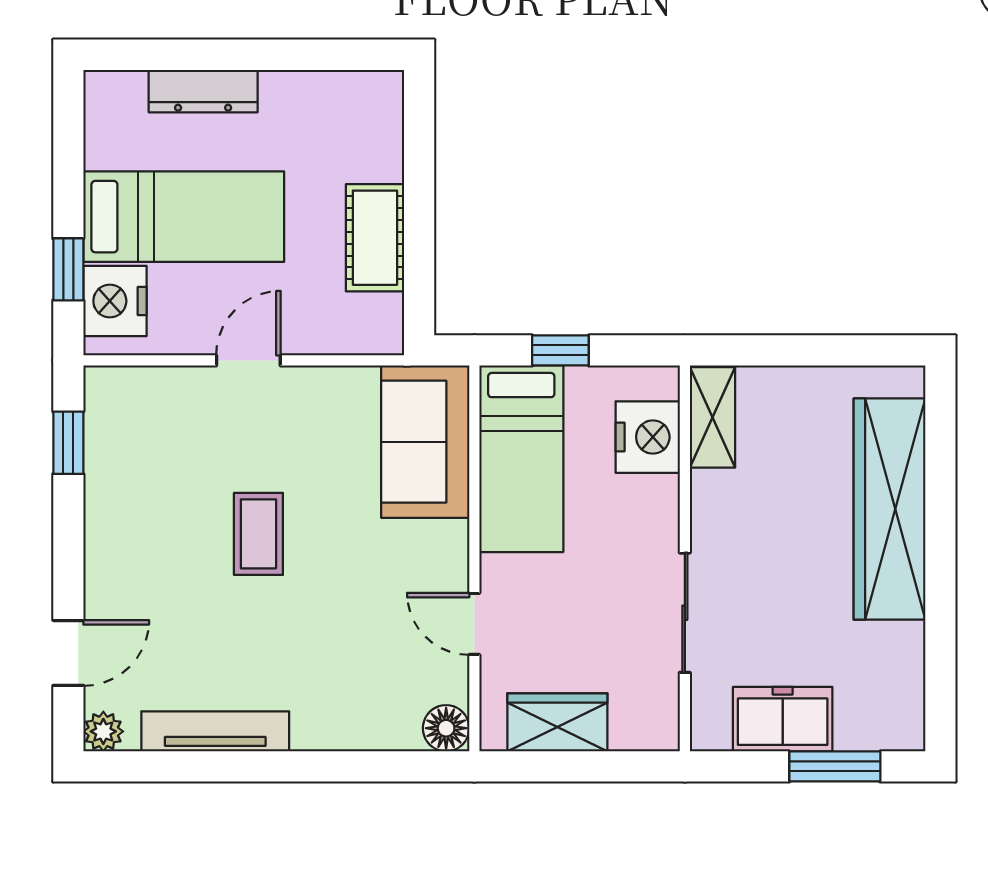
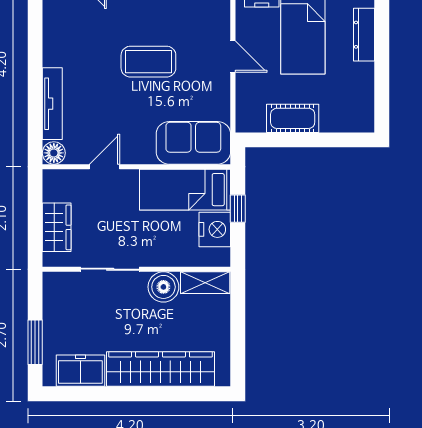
nightstand: (648, 437) -> (215, 229), moved, turned -90
boiler: (721, 503) -> (163, 287), added
coffee table: (258, 534) -> (148, 62), width x1.36, depth x1.30
freezer: (783, 719) -> (80, 371), moved, turned -90
wardrobe: (557, 722) -> (57, 227), moved
tv unit: (215, 731) -> (52, 104), moved

